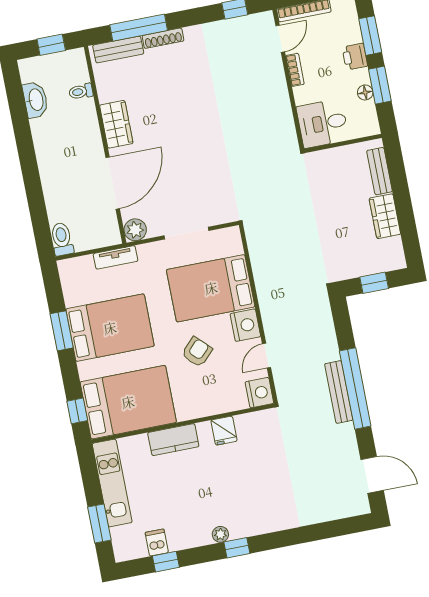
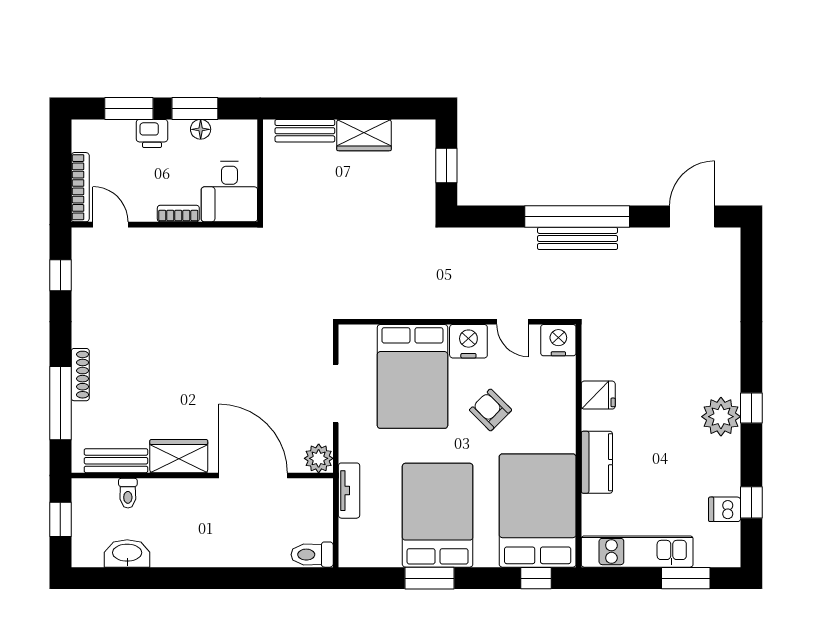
bench: (118, 49) -> (116, 461), moved, turned 90
bookcase: (295, 70) -> (178, 213), moved
plant: (220, 534) -> (721, 417), width x1.87, depth x1.87

